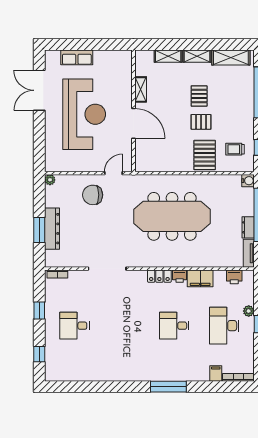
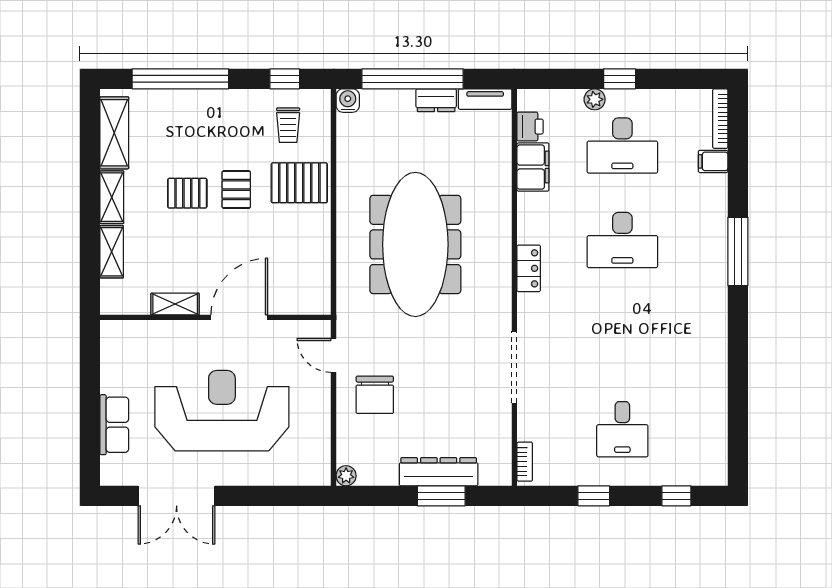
printer: (180, 276) -> (529, 230), removed
filing cabinet: (200, 278) -> (533, 167), moved
desk: (174, 326) -> (622, 240), width x1.37

